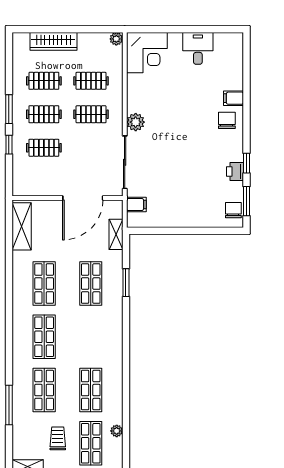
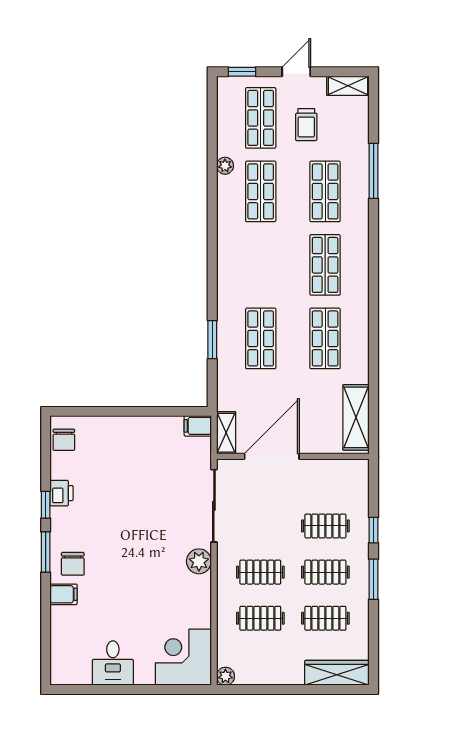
wardrobe: (53, 41) -> (337, 673), moved
window: (247, 201) -> (46, 552), moved
filing cabinet: (136, 205) -> (198, 426), moved
shelving: (116, 234) -> (226, 433), moved
plant: (117, 431) -> (225, 166), moved

